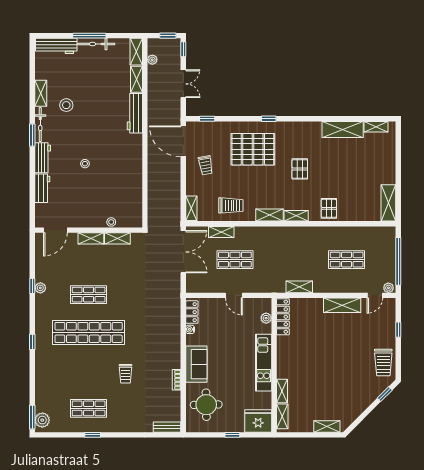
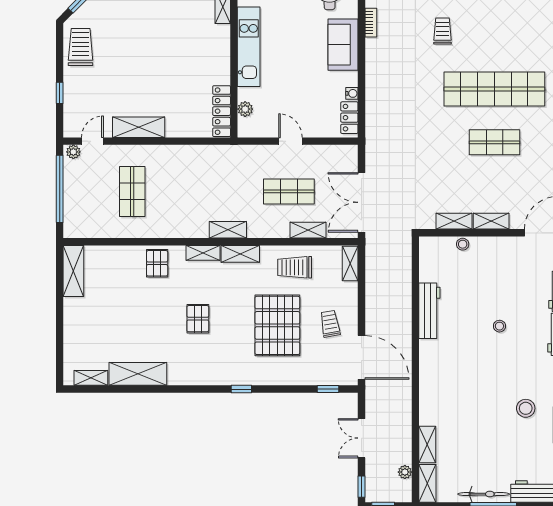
workbench: (135, 113) -> (429, 311), moved
pallet: (253, 149) -> (277, 325), moved, turned 90
shop shelf: (347, 260) -> (132, 191), turned 90
shelving: (299, 287) -> (228, 230), moved

